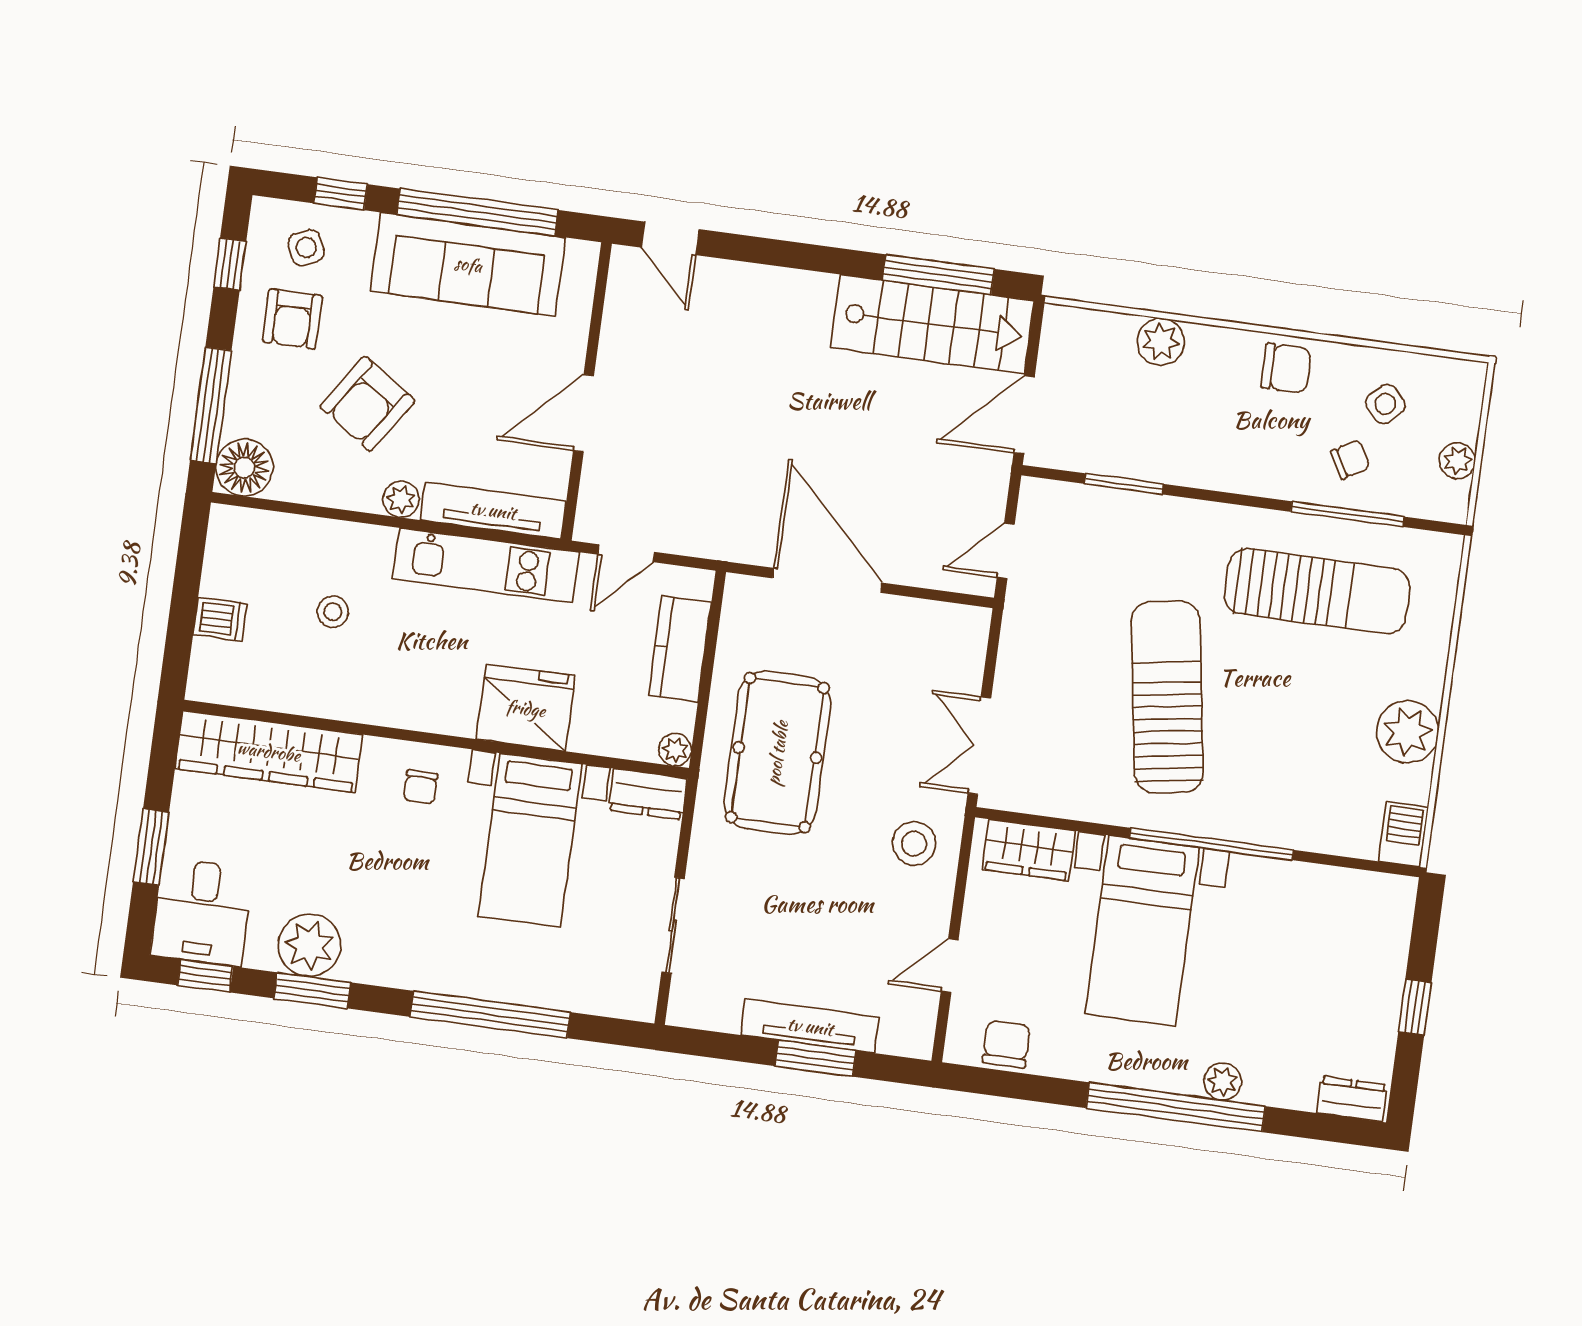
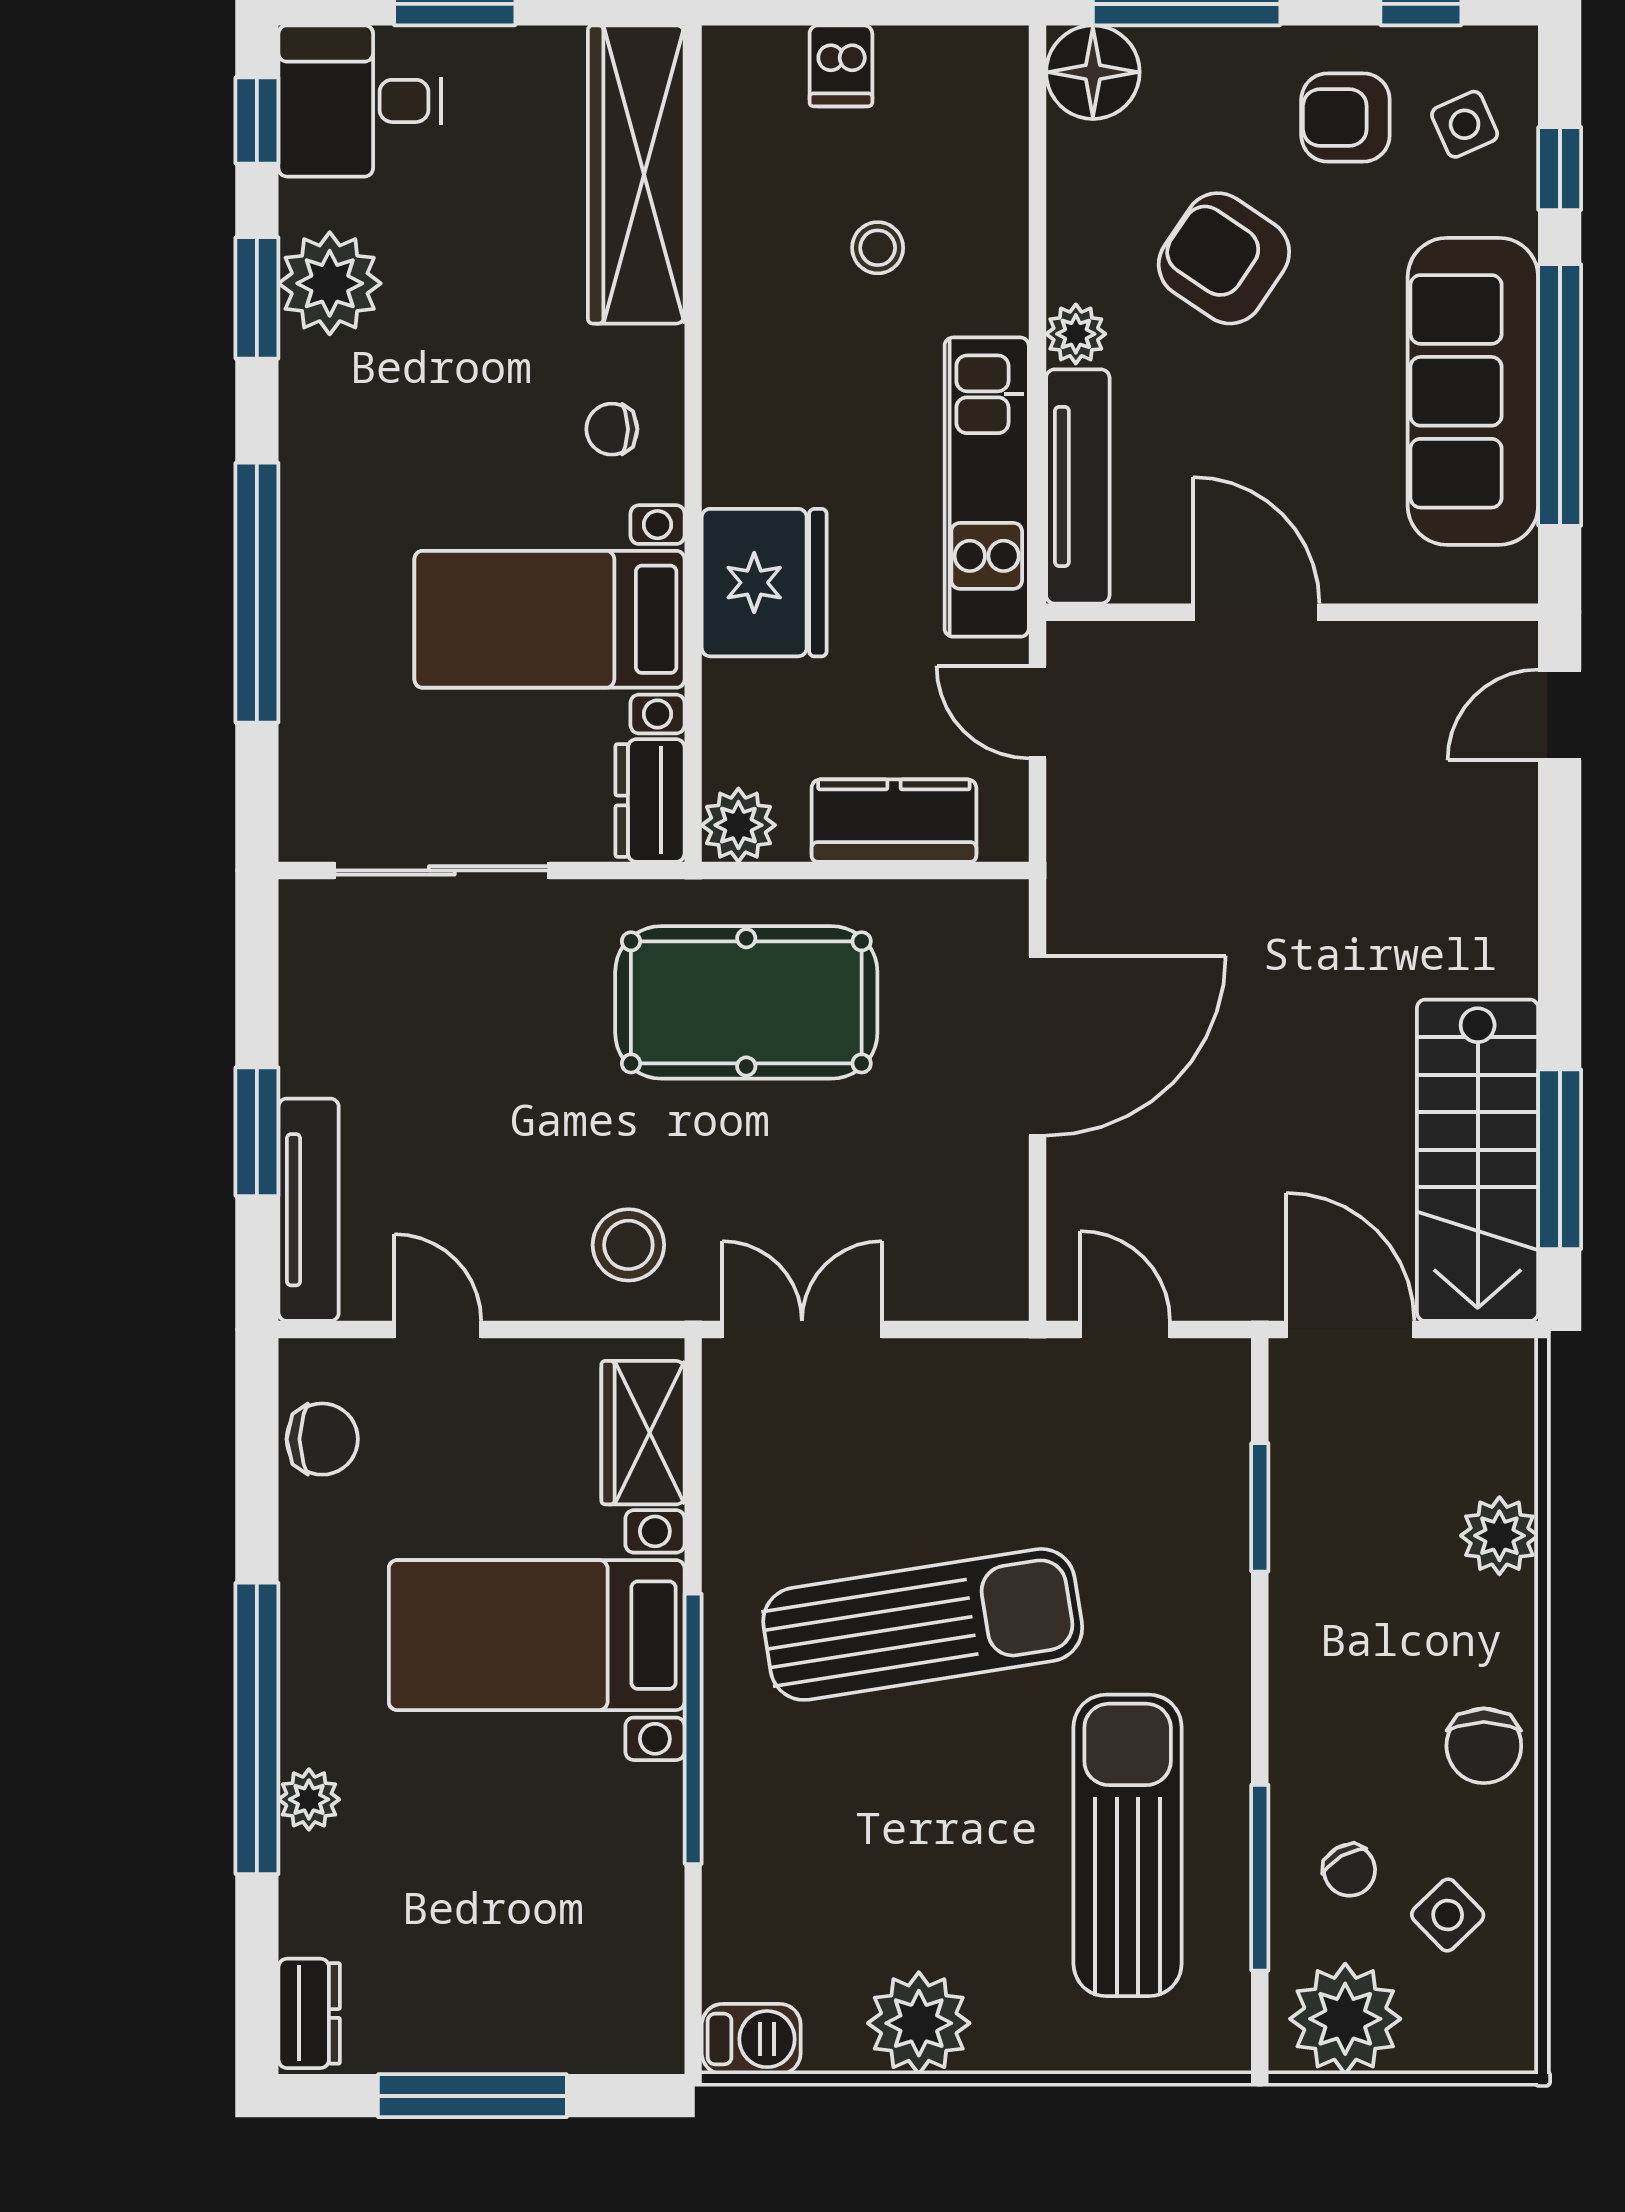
plant: (1457, 461) -> (1345, 2019), width x1.88, depth x1.88
sun lounger: (1317, 591) -> (1128, 1845), turned 180
plant: (675, 750) -> (738, 825), width x1.38, depth x1.38
sliding door: (673, 926) -> (442, 870), width x1.37
window: (1415, 1007) -> (472, 2096), width x2.17
tv unit: (810, 1026) -> (309, 1210), moved

